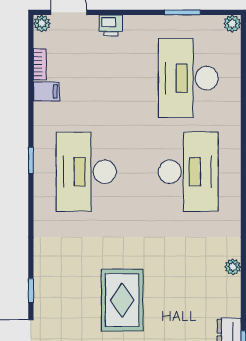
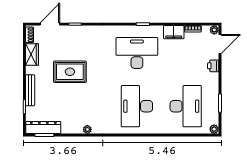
desk: (188, 78) -> (186, 106), turned 90
filing cabinet: (46, 91) -> (174, 32), width x2.00
desk: (188, 172) -> (137, 106), turned 90

